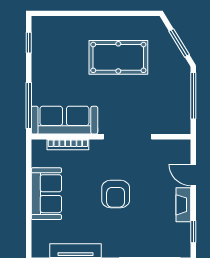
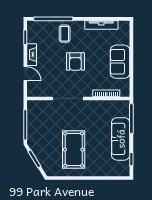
pool table: (118, 57) -> (74, 150), turned 90
sofa: (64, 120) -> (121, 139), moved, turned 90
armchair: (116, 194) -> (75, 61), turned 180
coffee table: (132, 237) -> (65, 34), added

